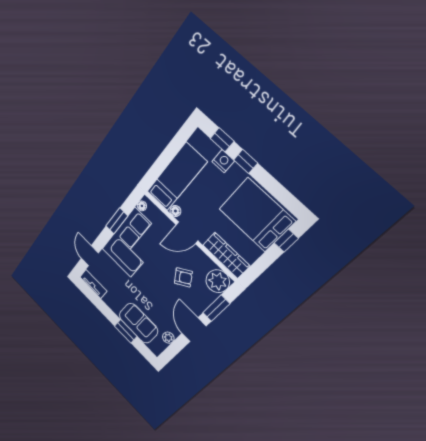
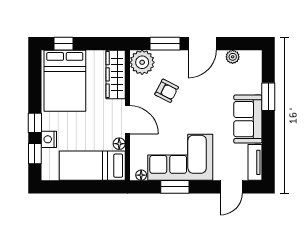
armchair: (183, 277) -> (167, 91), turned 150
sofa: (138, 323) -> (248, 119), moved

